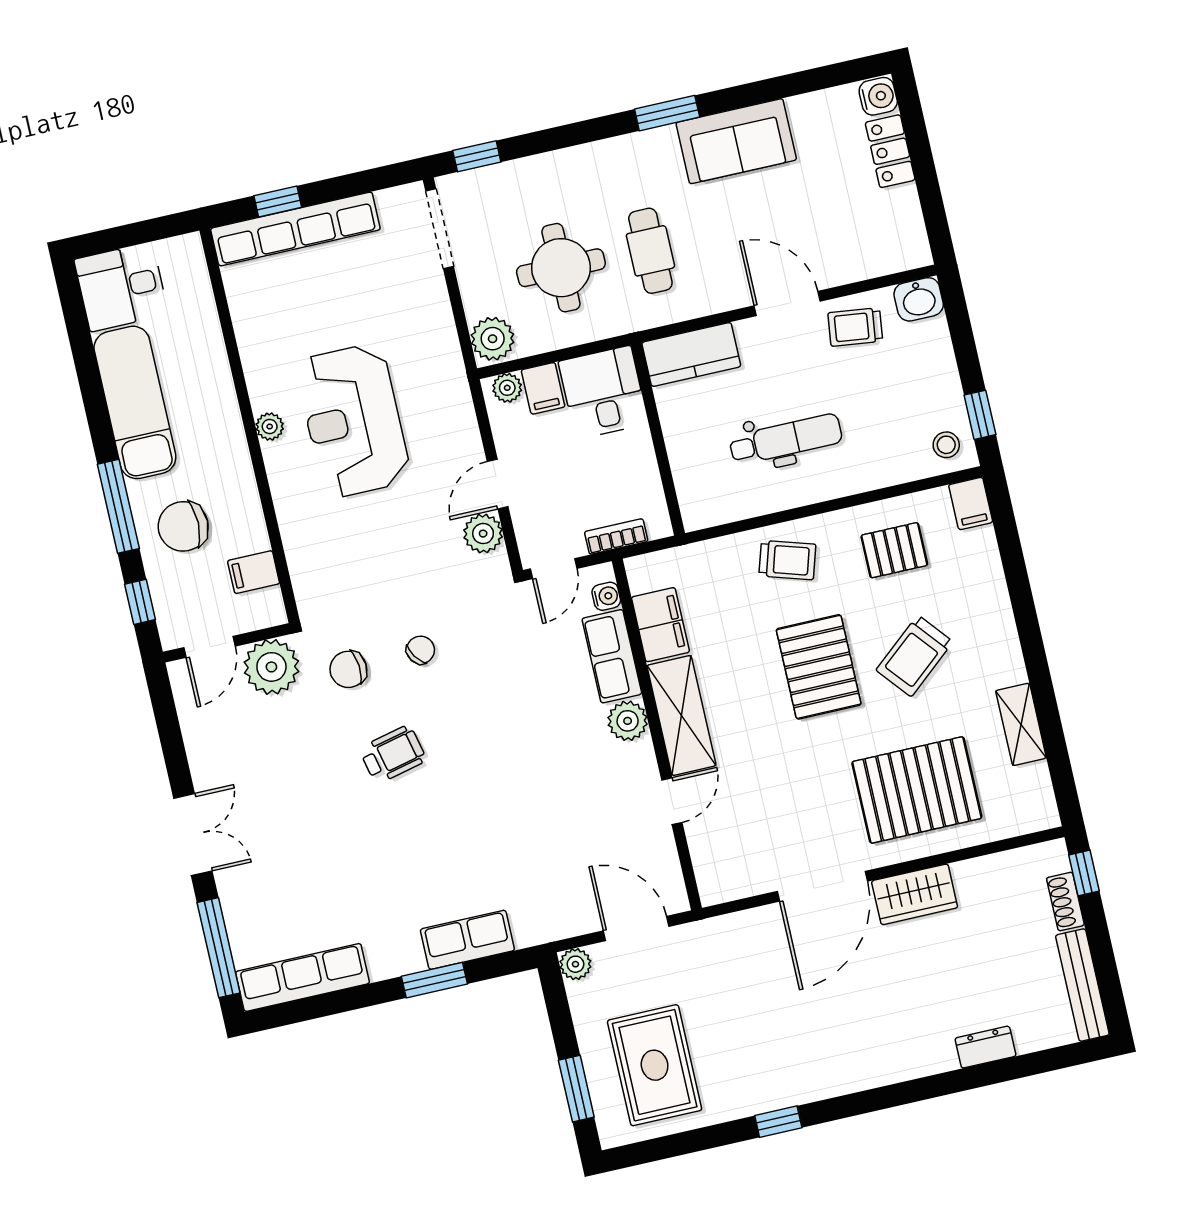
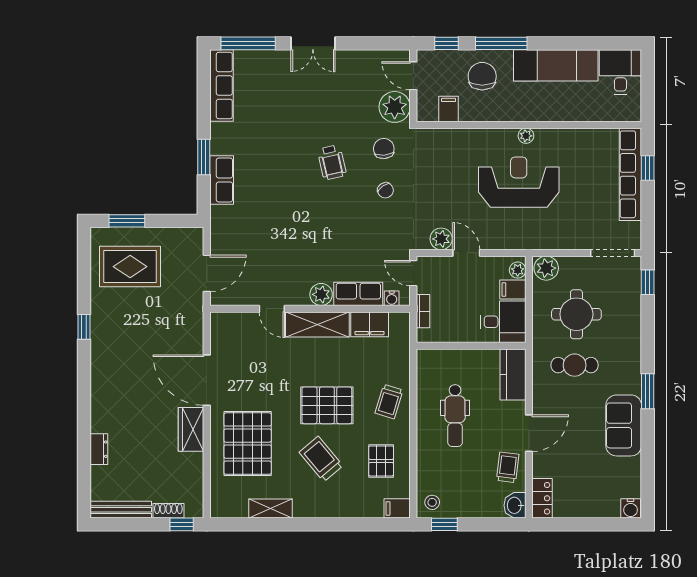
locker: (890, 151) -> (542, 498), moved, turned 90
plant: (575, 964) -> (195, 236), removed

